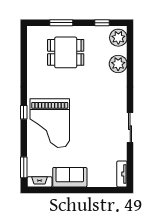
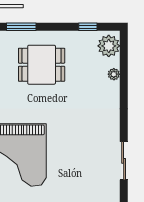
window: (61, 23) -> (21, 27), moved
plant: (118, 64) -> (114, 74), width x0.53, depth x0.53

